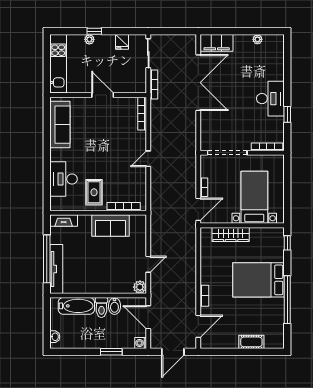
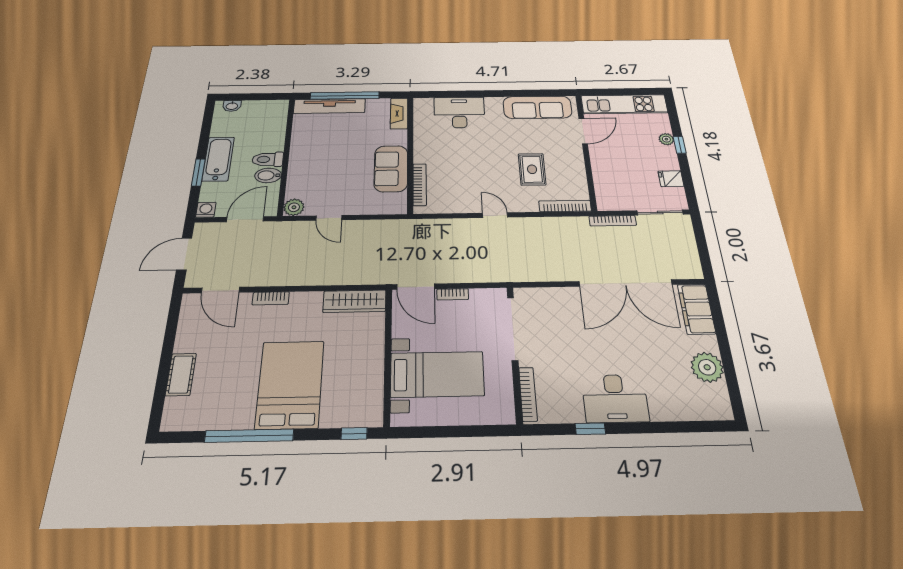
plant: (257, 39) -> (707, 367), width x1.87, depth x1.87
door: (103, 95) -> (583, 131), moved
rug: (94, 192) -> (532, 169), moved, turned 90
wardrobe: (231, 234) -> (355, 301), moved, turned -90
bathtub: (76, 306) -> (218, 159), moved, turned 180
door: (173, 352) -> (184, 254), hinge flipped

